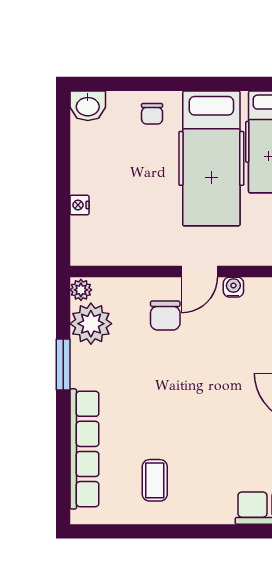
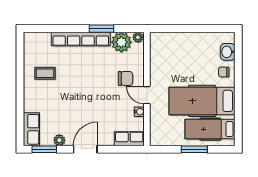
washbasin: (88, 106) -> (228, 52), moved
nightstand: (79, 205) -> (179, 37), removed
chair: (165, 315) -> (125, 78), turned 180
row of seats: (84, 449) -> (81, 39), moved

